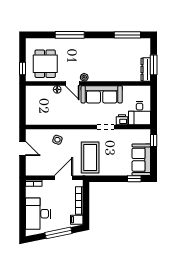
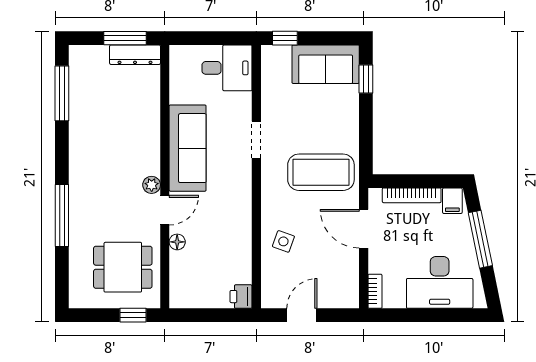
printer: (122, 120) -> (241, 297), moved

